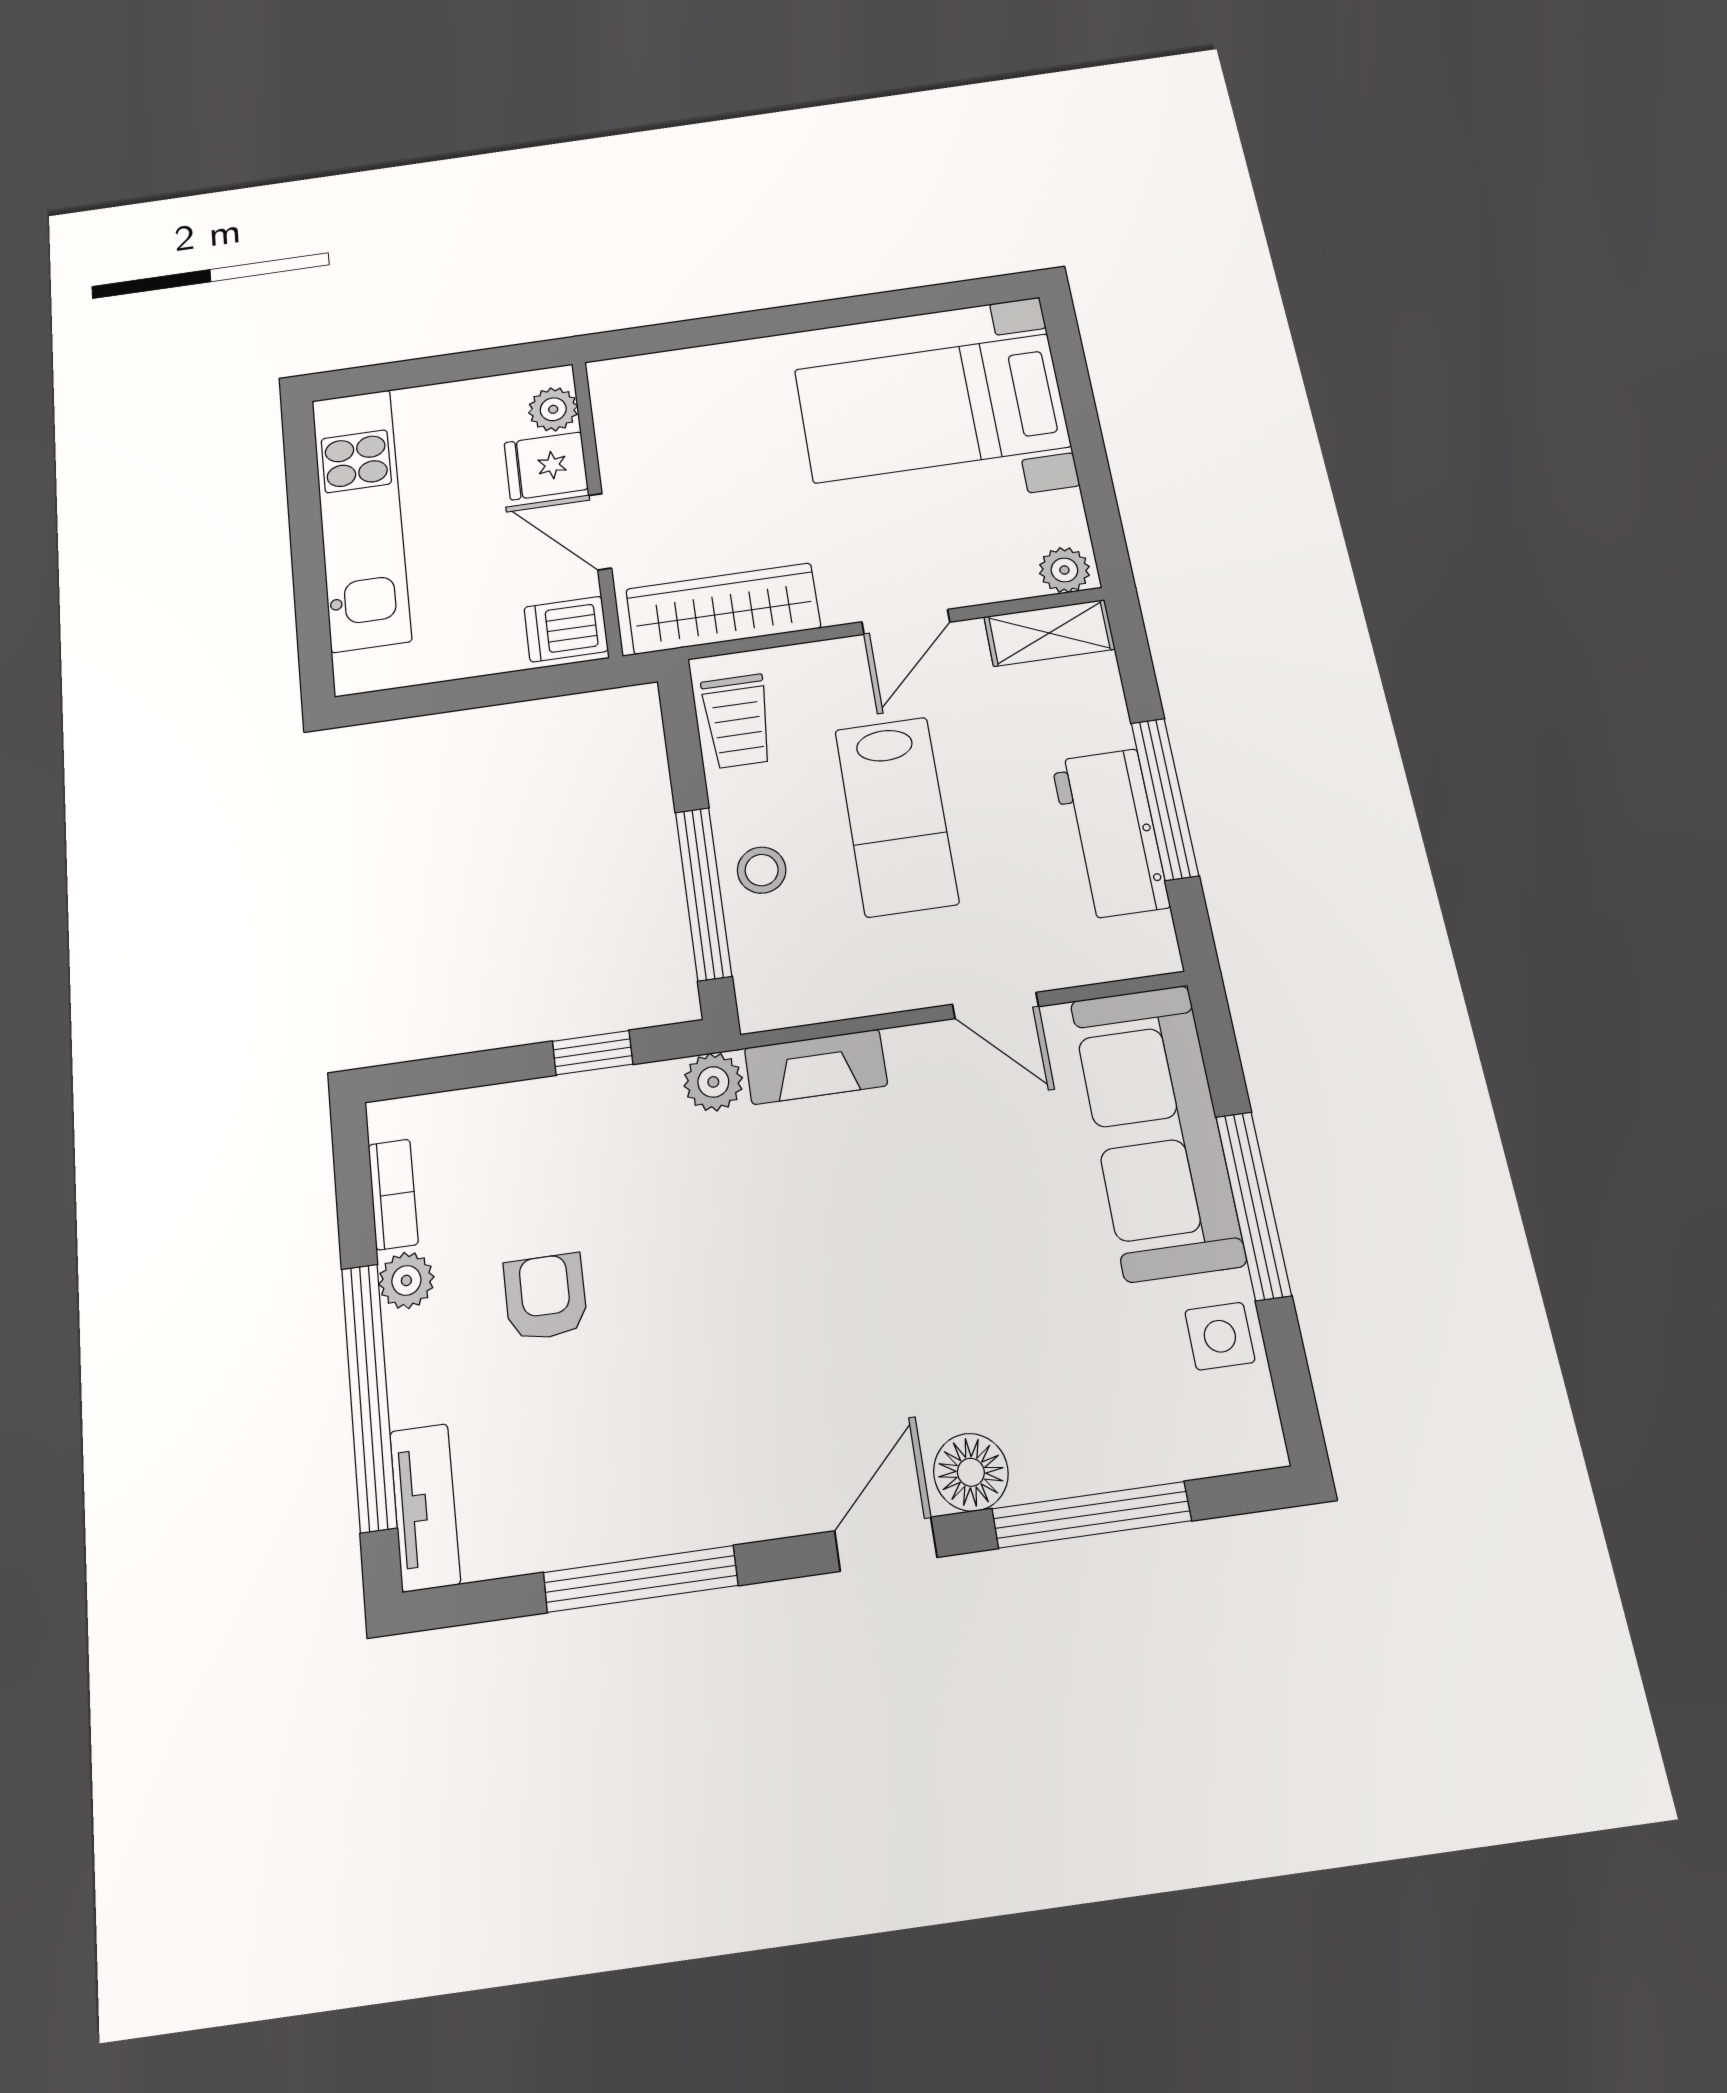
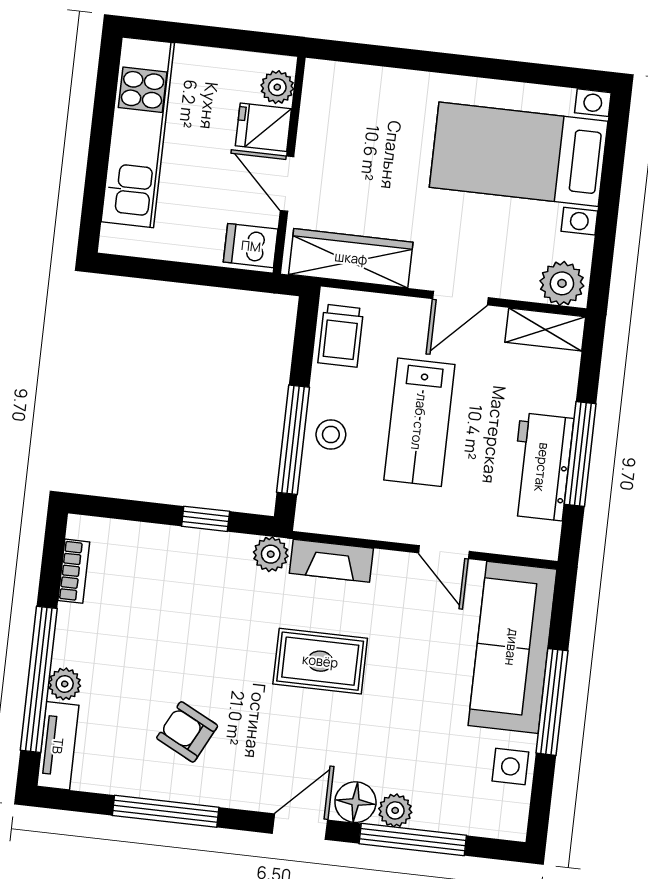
plant: (1064, 570) -> (562, 283), width x1.38, depth x1.38
rug: (842, 1238) -> (320, 661), added
plant: (406, 1280) -> (65, 684), moved
armchair: (545, 1297) -> (187, 732), moved, turned -63
plant: (1045, 1469) -> (395, 810), added

